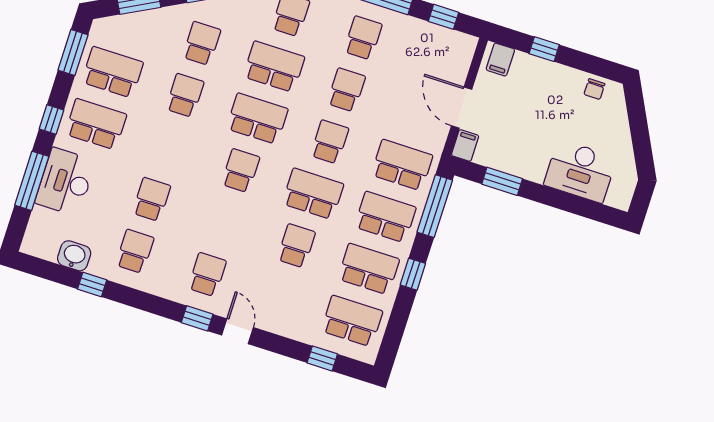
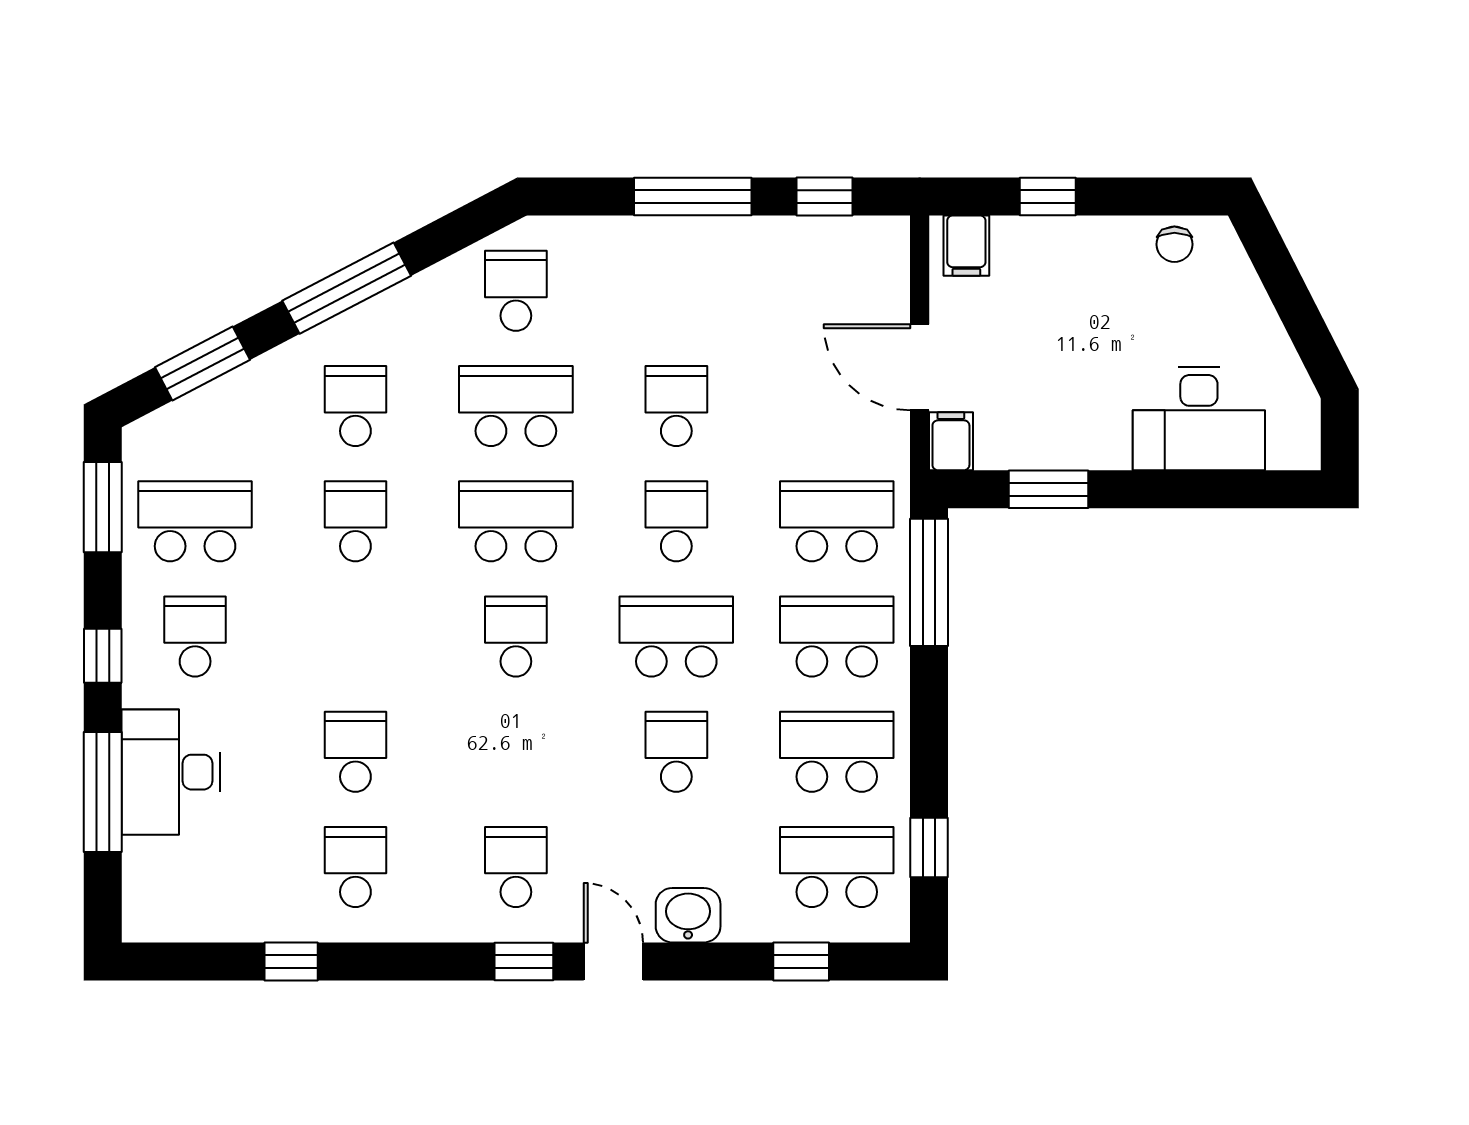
school desk: (363, 38) -> (676, 291), removed
school desk: (96, 124) -> (195, 637), width x0.54
washbasin: (74, 256) -> (688, 915), moved
window: (413, 274) -> (929, 848), moved

